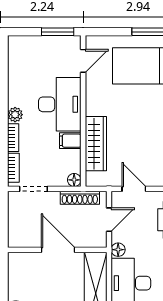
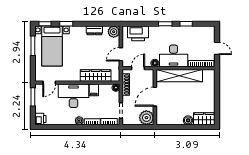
printer: (18, 45) -> (40, 119), added
door: (83, 61) -> (49, 83), swing flipped
door: (109, 220) -> (138, 68), hinge flipped
plant: (21, 235) -> (146, 118), added

